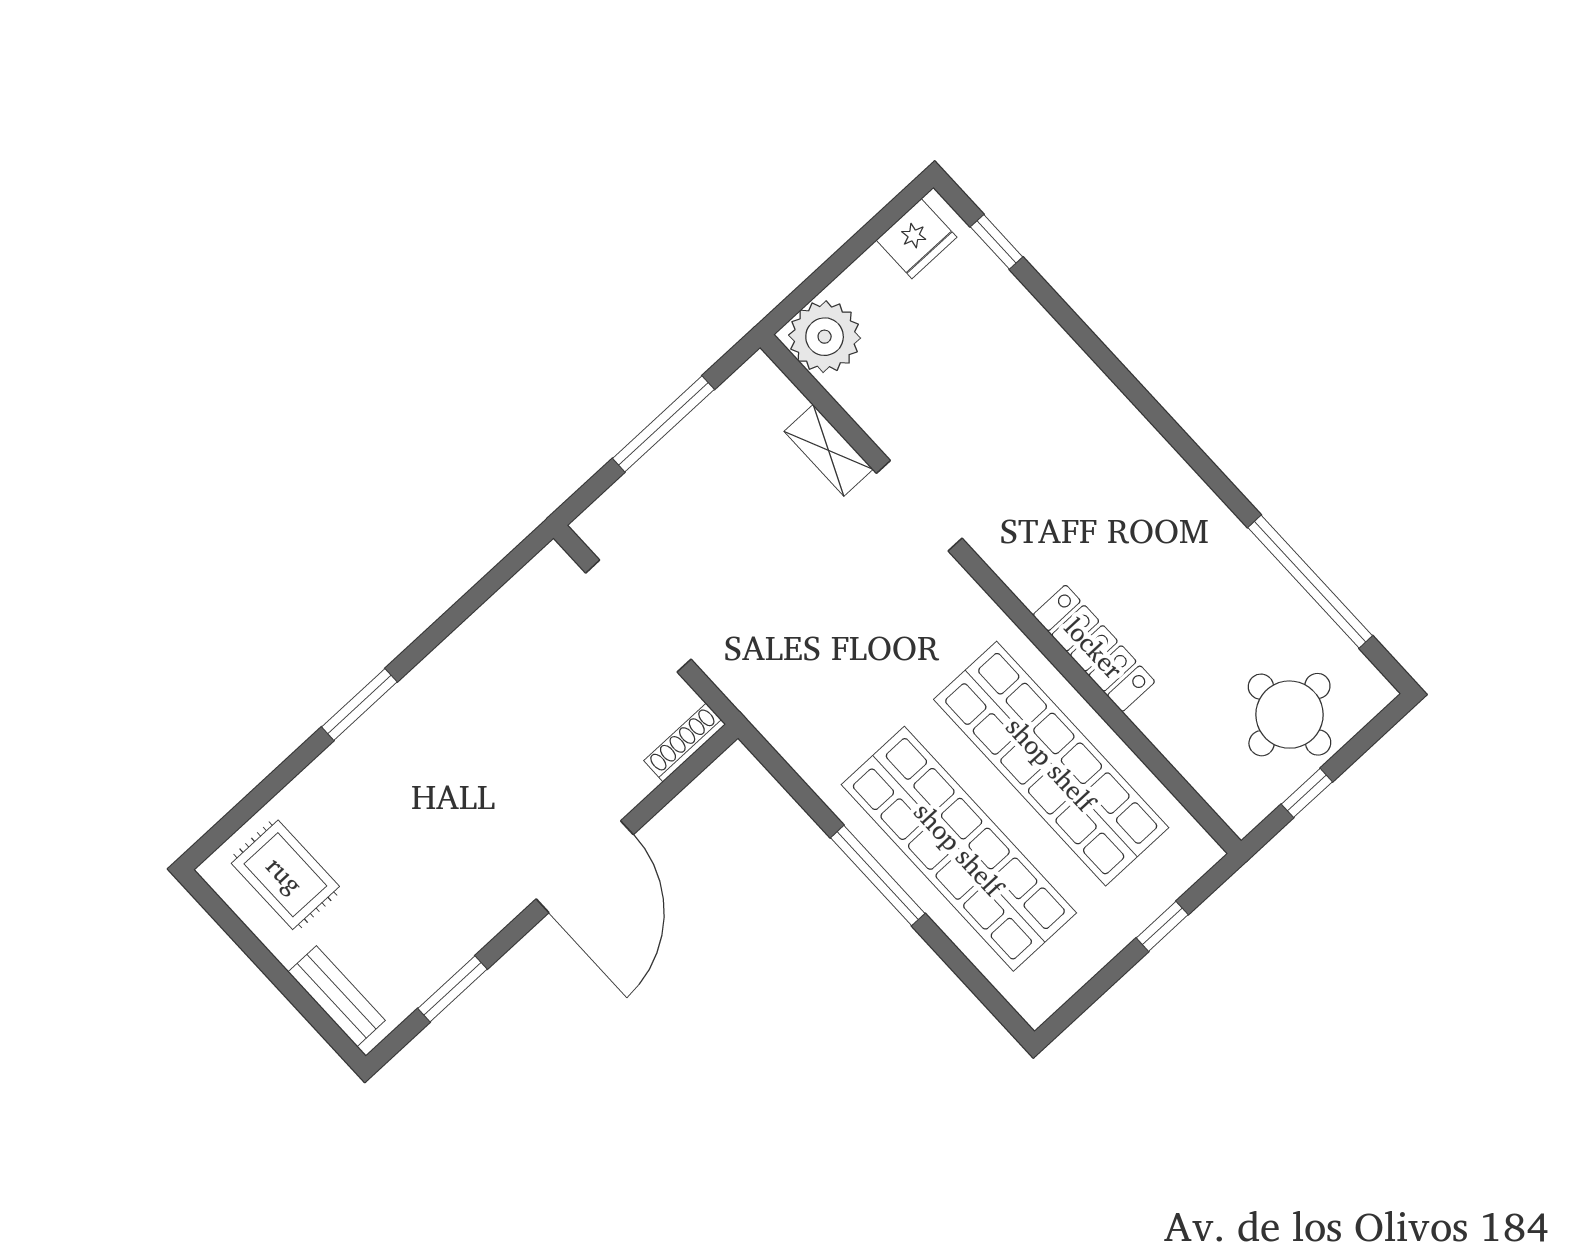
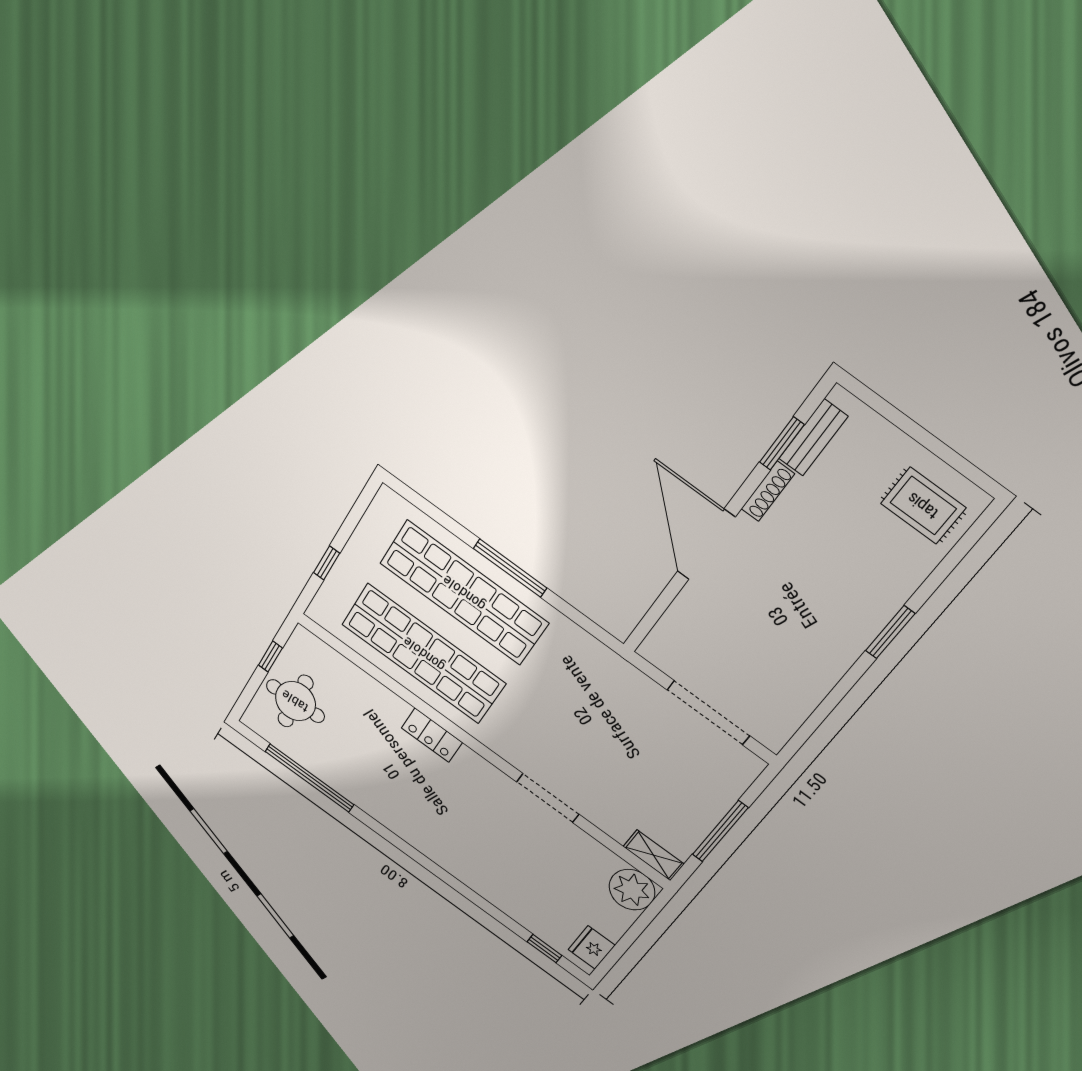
shelving: (829, 450) -> (654, 855), moved
locker: (1094, 648) -> (432, 735), width x0.66
shoe rack: (685, 743) -> (768, 491), moved
bench: (337, 996) -> (813, 438), moved, turned 90

